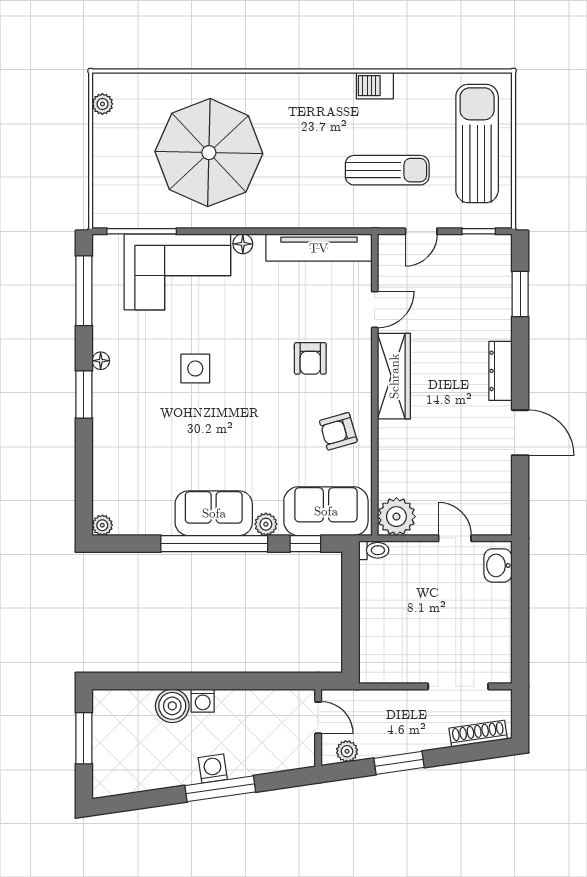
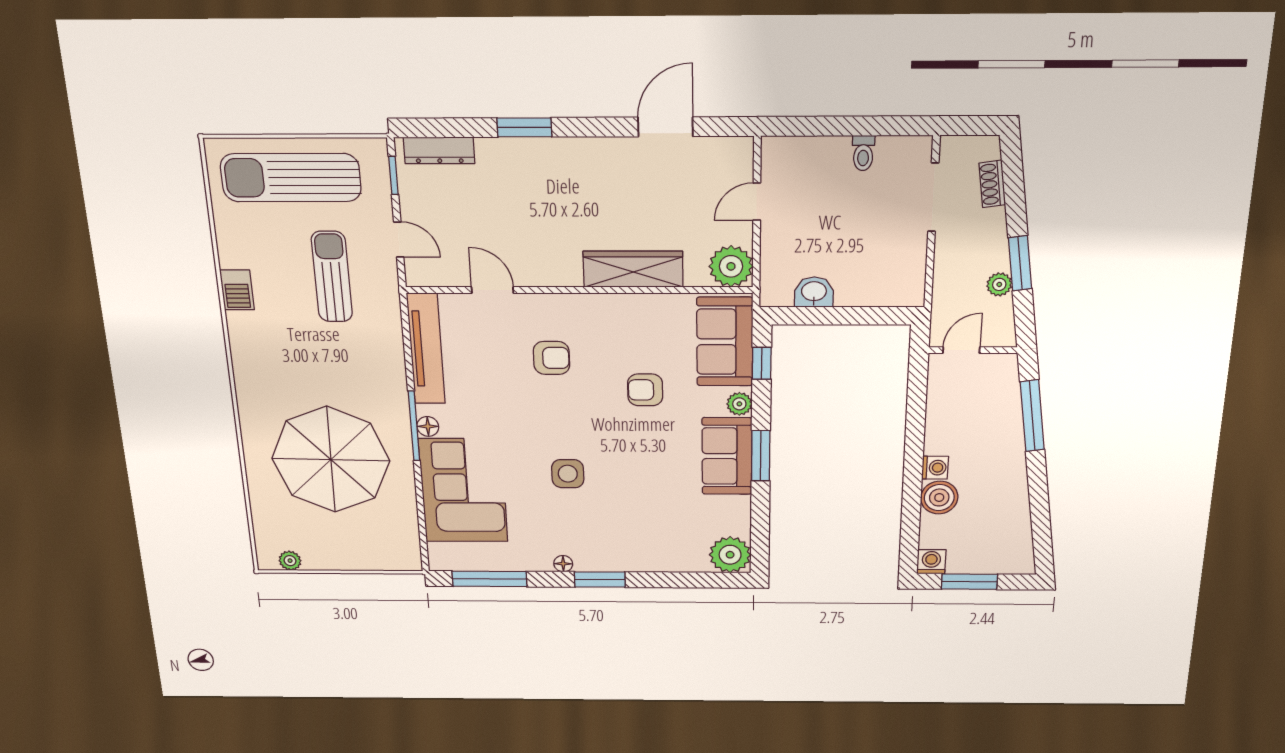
window: (142, 231) -> (414, 426), moved
window: (520, 294) -> (524, 127), moved
dresser: (501, 371) -> (439, 150), moved
wardrobe: (394, 376) -> (633, 269), moved
armchair: (338, 431) -> (645, 390), moved, turned 106
door: (520, 433) -> (665, 127), moved
plant: (102, 525) -> (730, 555), width x1.88, depth x1.88
window: (214, 544) -> (761, 456), width x0.47
toilet: (374, 550) -> (863, 153), moved, turned 180
washbasin: (498, 565) -> (814, 292), moved, turned 180
shoe rack: (478, 734) -> (992, 184), width x0.70
plant: (347, 751) -> (999, 284), moved
washing machine: (213, 769) -> (931, 562), moved, turned 98
window: (220, 789) -> (1032, 416), moved

